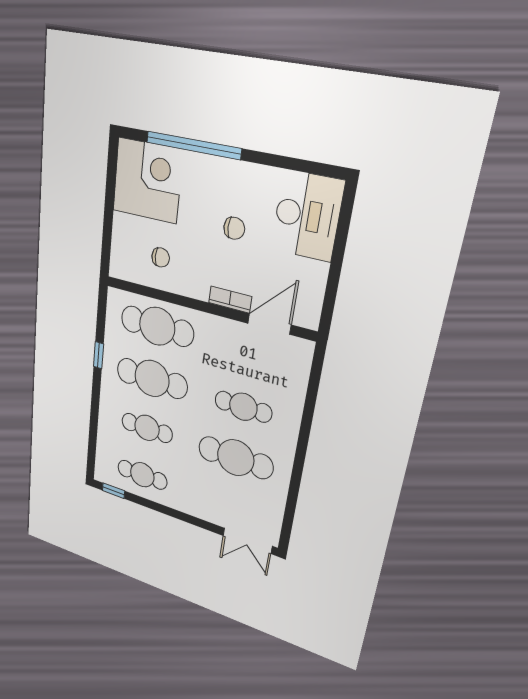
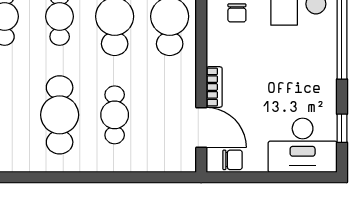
window: (296, 164) -> (342, 128), added
chair: (234, 228) -> (233, 160), moved, turned -90

